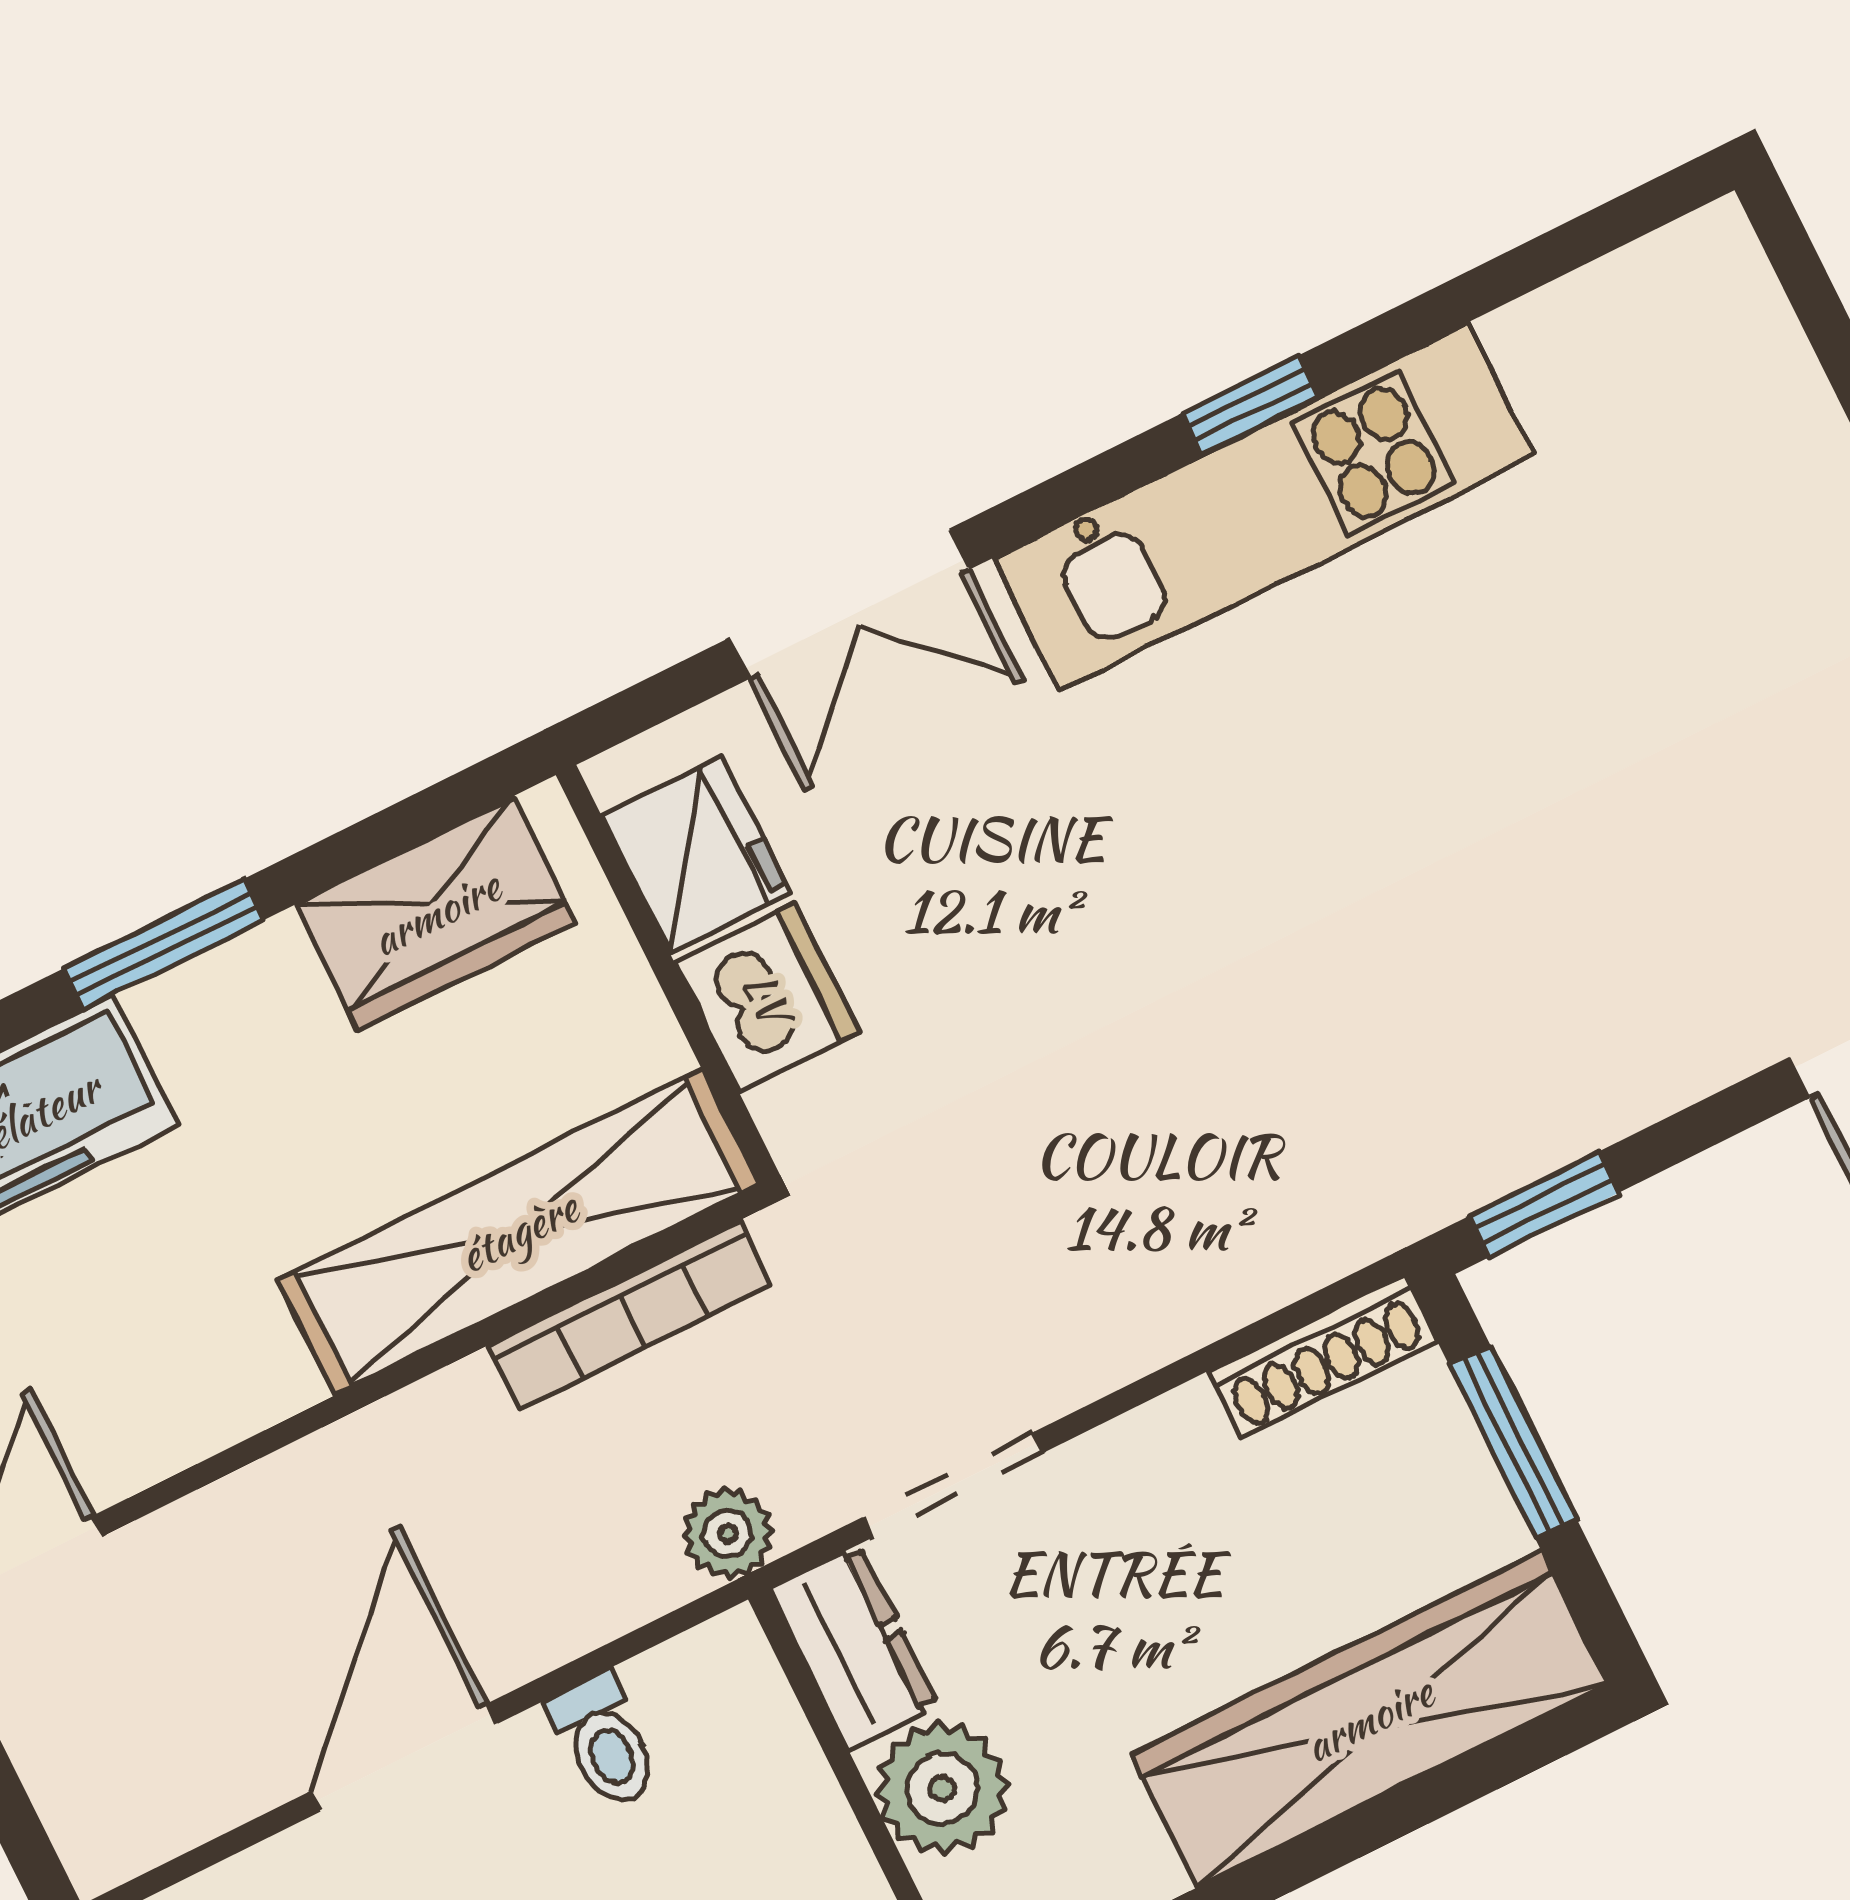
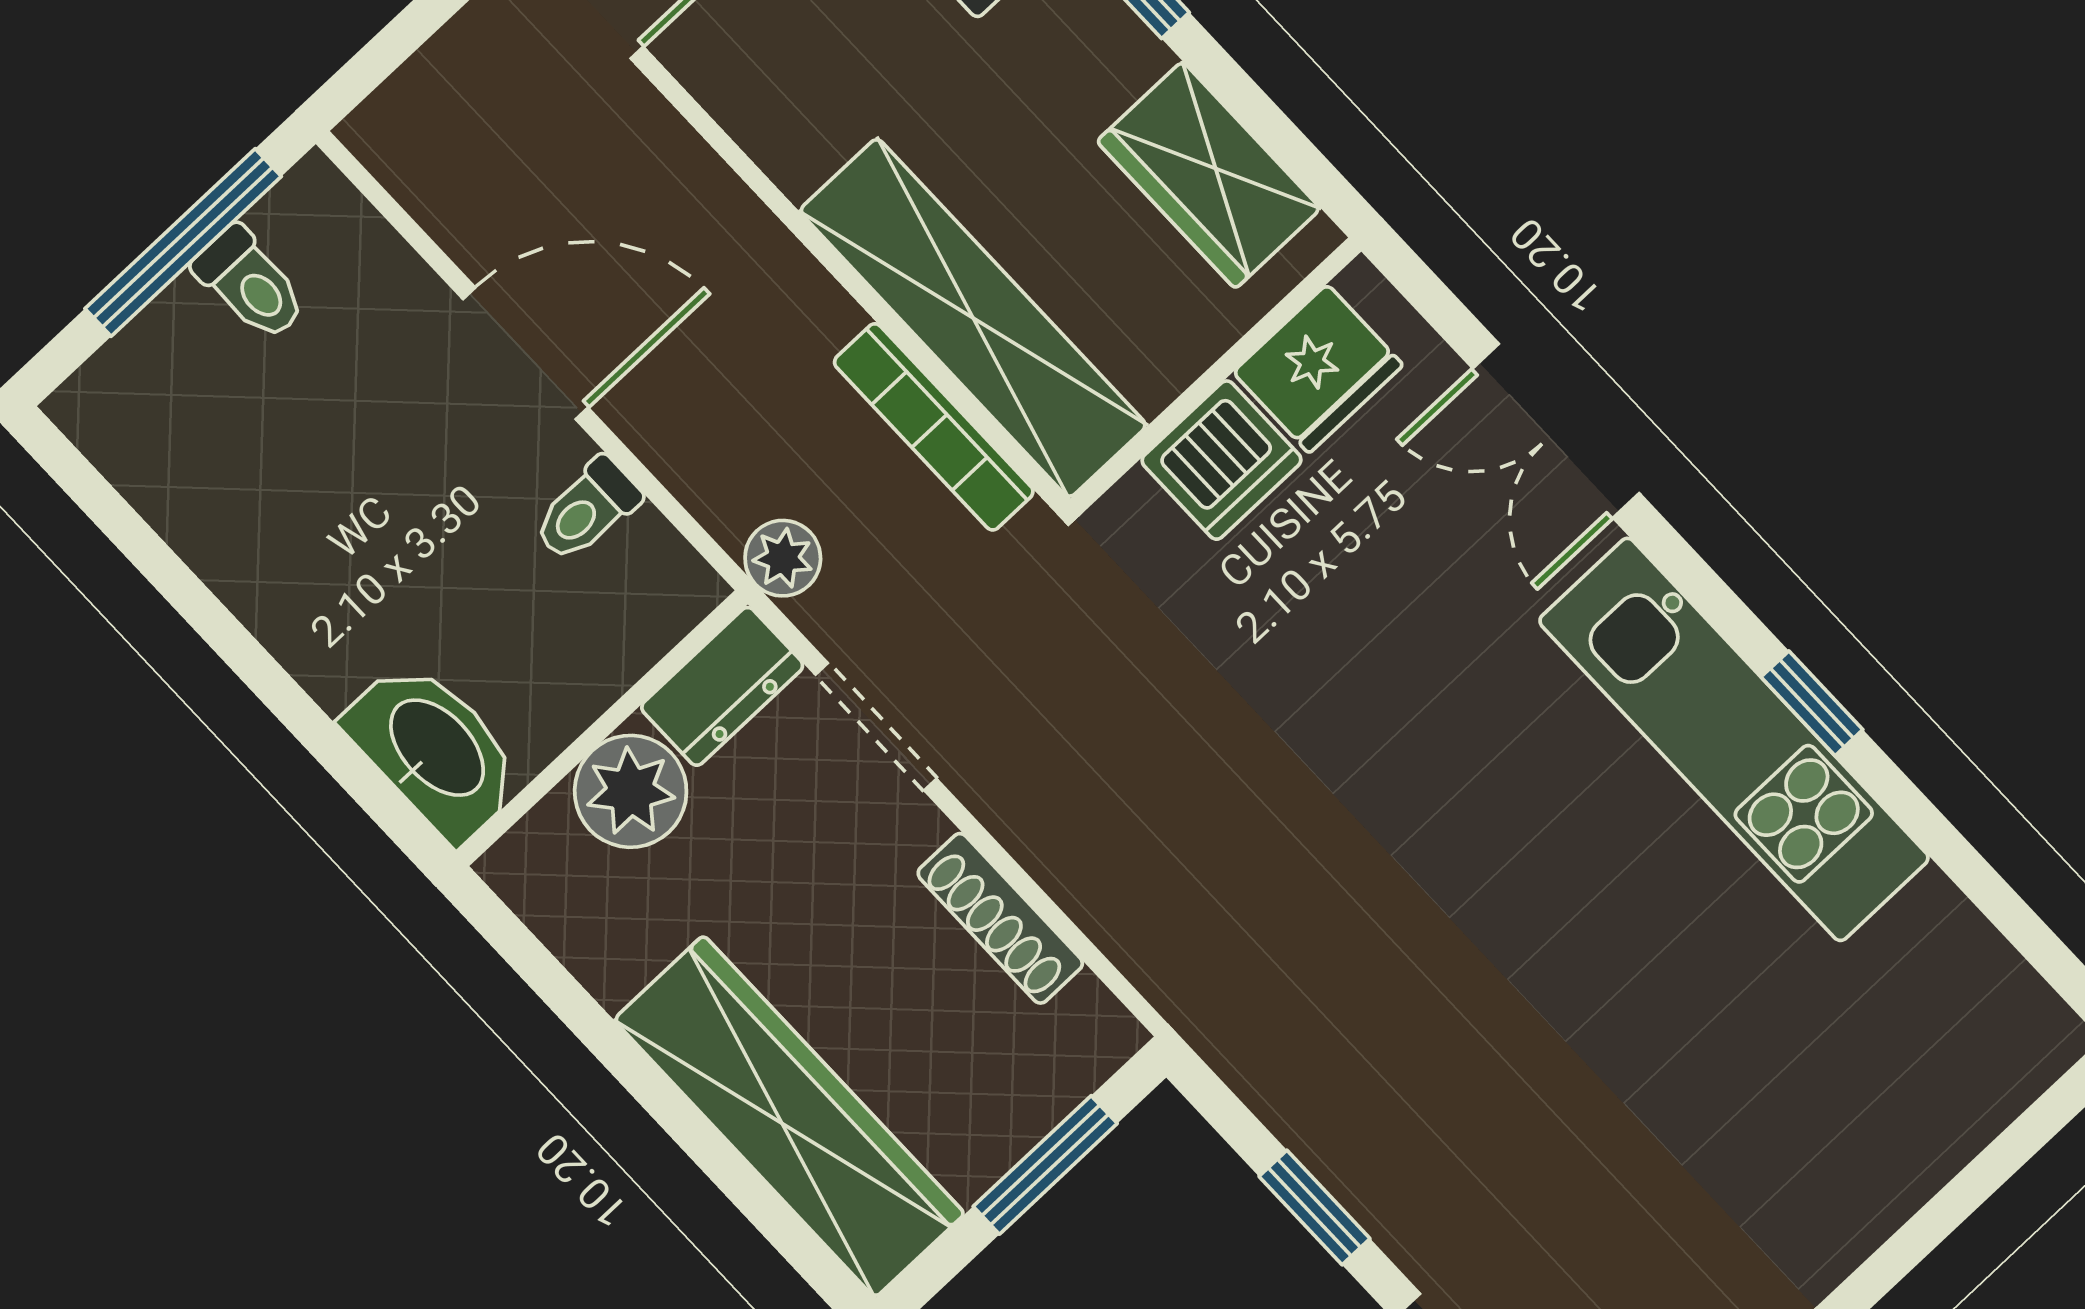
window: (1544, 1204) -> (1314, 1207), moved
shoe rack: (1322, 1356) -> (1000, 918), moved

